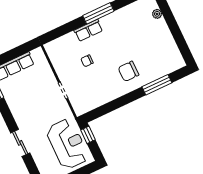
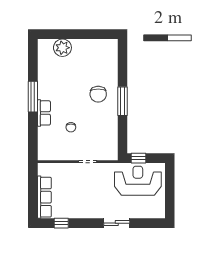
plant: (157, 14) -> (62, 48), width x1.88, depth x1.88
window: (157, 85) -> (123, 101), moved

